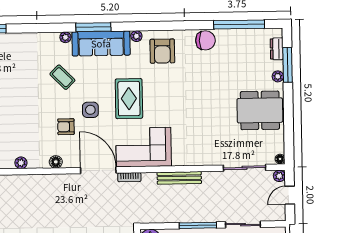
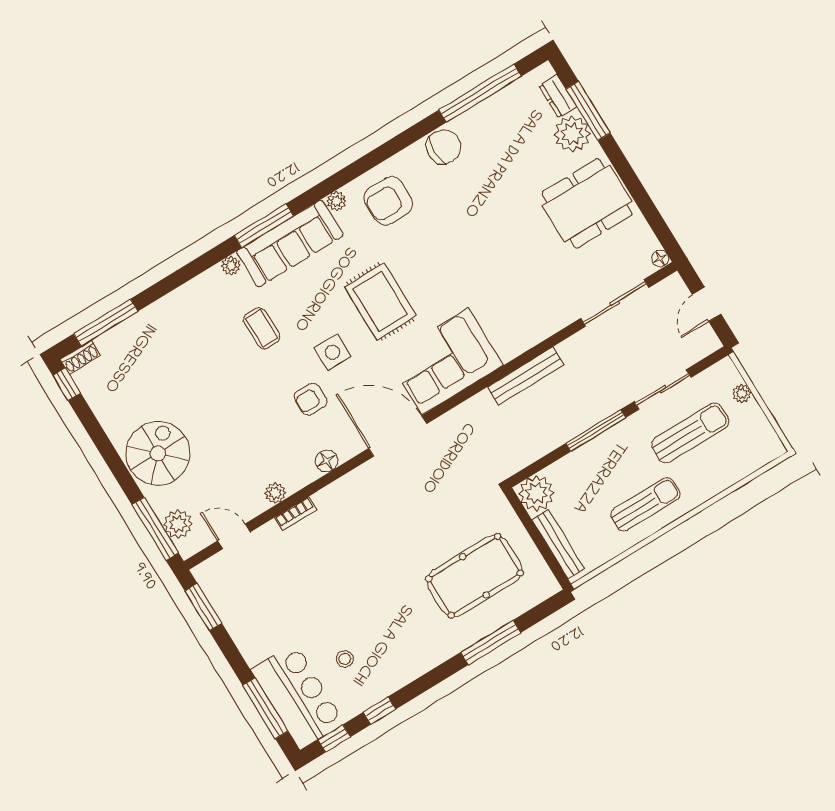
armchair: (162, 51) -> (388, 201), turned 90
plant: (278, 76) -> (572, 134), width x1.88, depth x1.88
coffee table: (62, 77) -> (262, 328), turned 45
plant: (279, 176) -> (674, 284), removed
bookcase: (129, 177) -> (296, 514), moved

